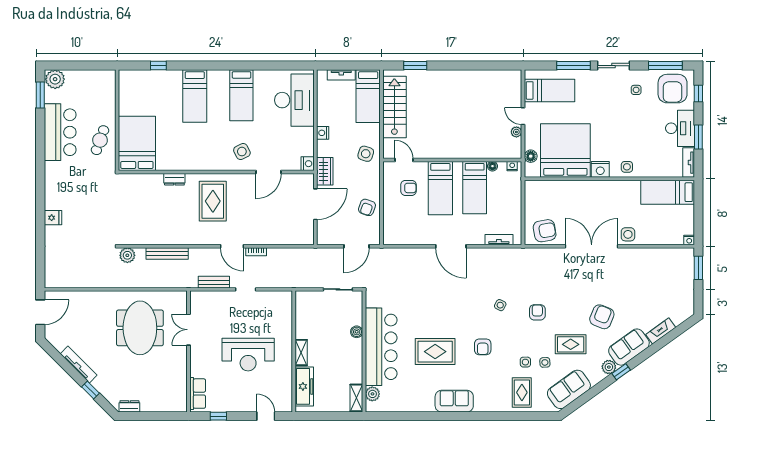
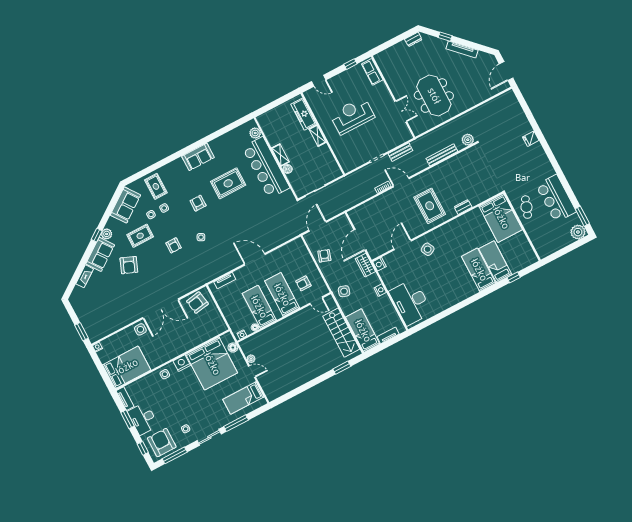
bed: (241, 95) -> (495, 262), moved
bed: (668, 192) -> (127, 367), width x1.50
shelving: (356, 398) -> (280, 155), moved

